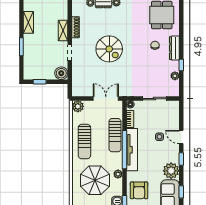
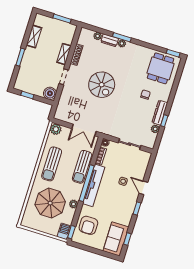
dresser: (174, 48) -> (160, 113), moved
double door: (106, 99) -> (84, 130), swing flipped
plant: (171, 171) -> (124, 216), removed

